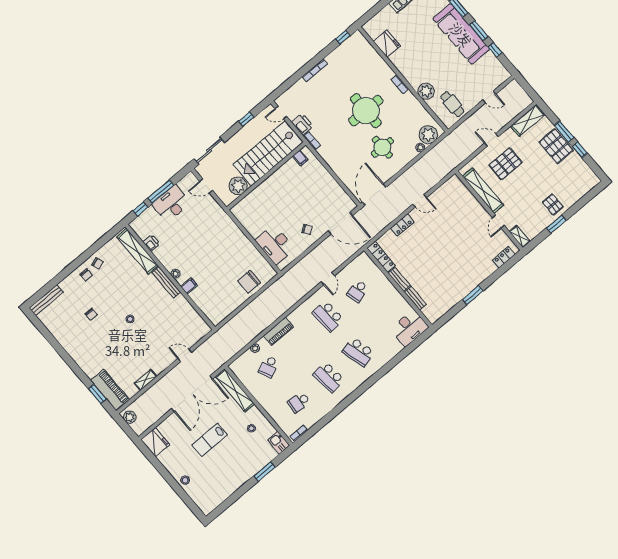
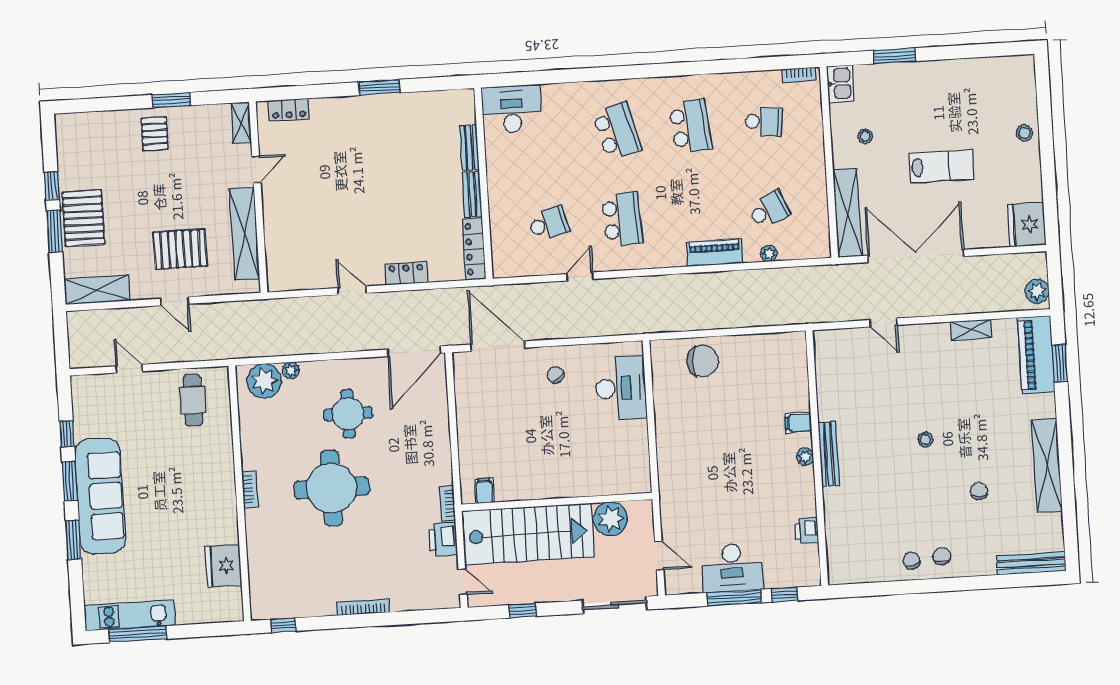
plant: (426, 91) -> (218, 449), removed
shelving: (137, 251) -> (1047, 466), moved

